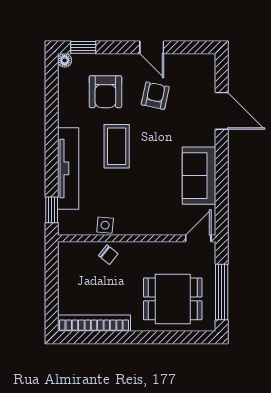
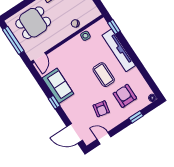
window: (83, 47) -> (136, 117), moved
door: (152, 47) -> (104, 138), moved
door: (222, 111) -> (75, 134), moved
window: (222, 154) -> (54, 102), added

